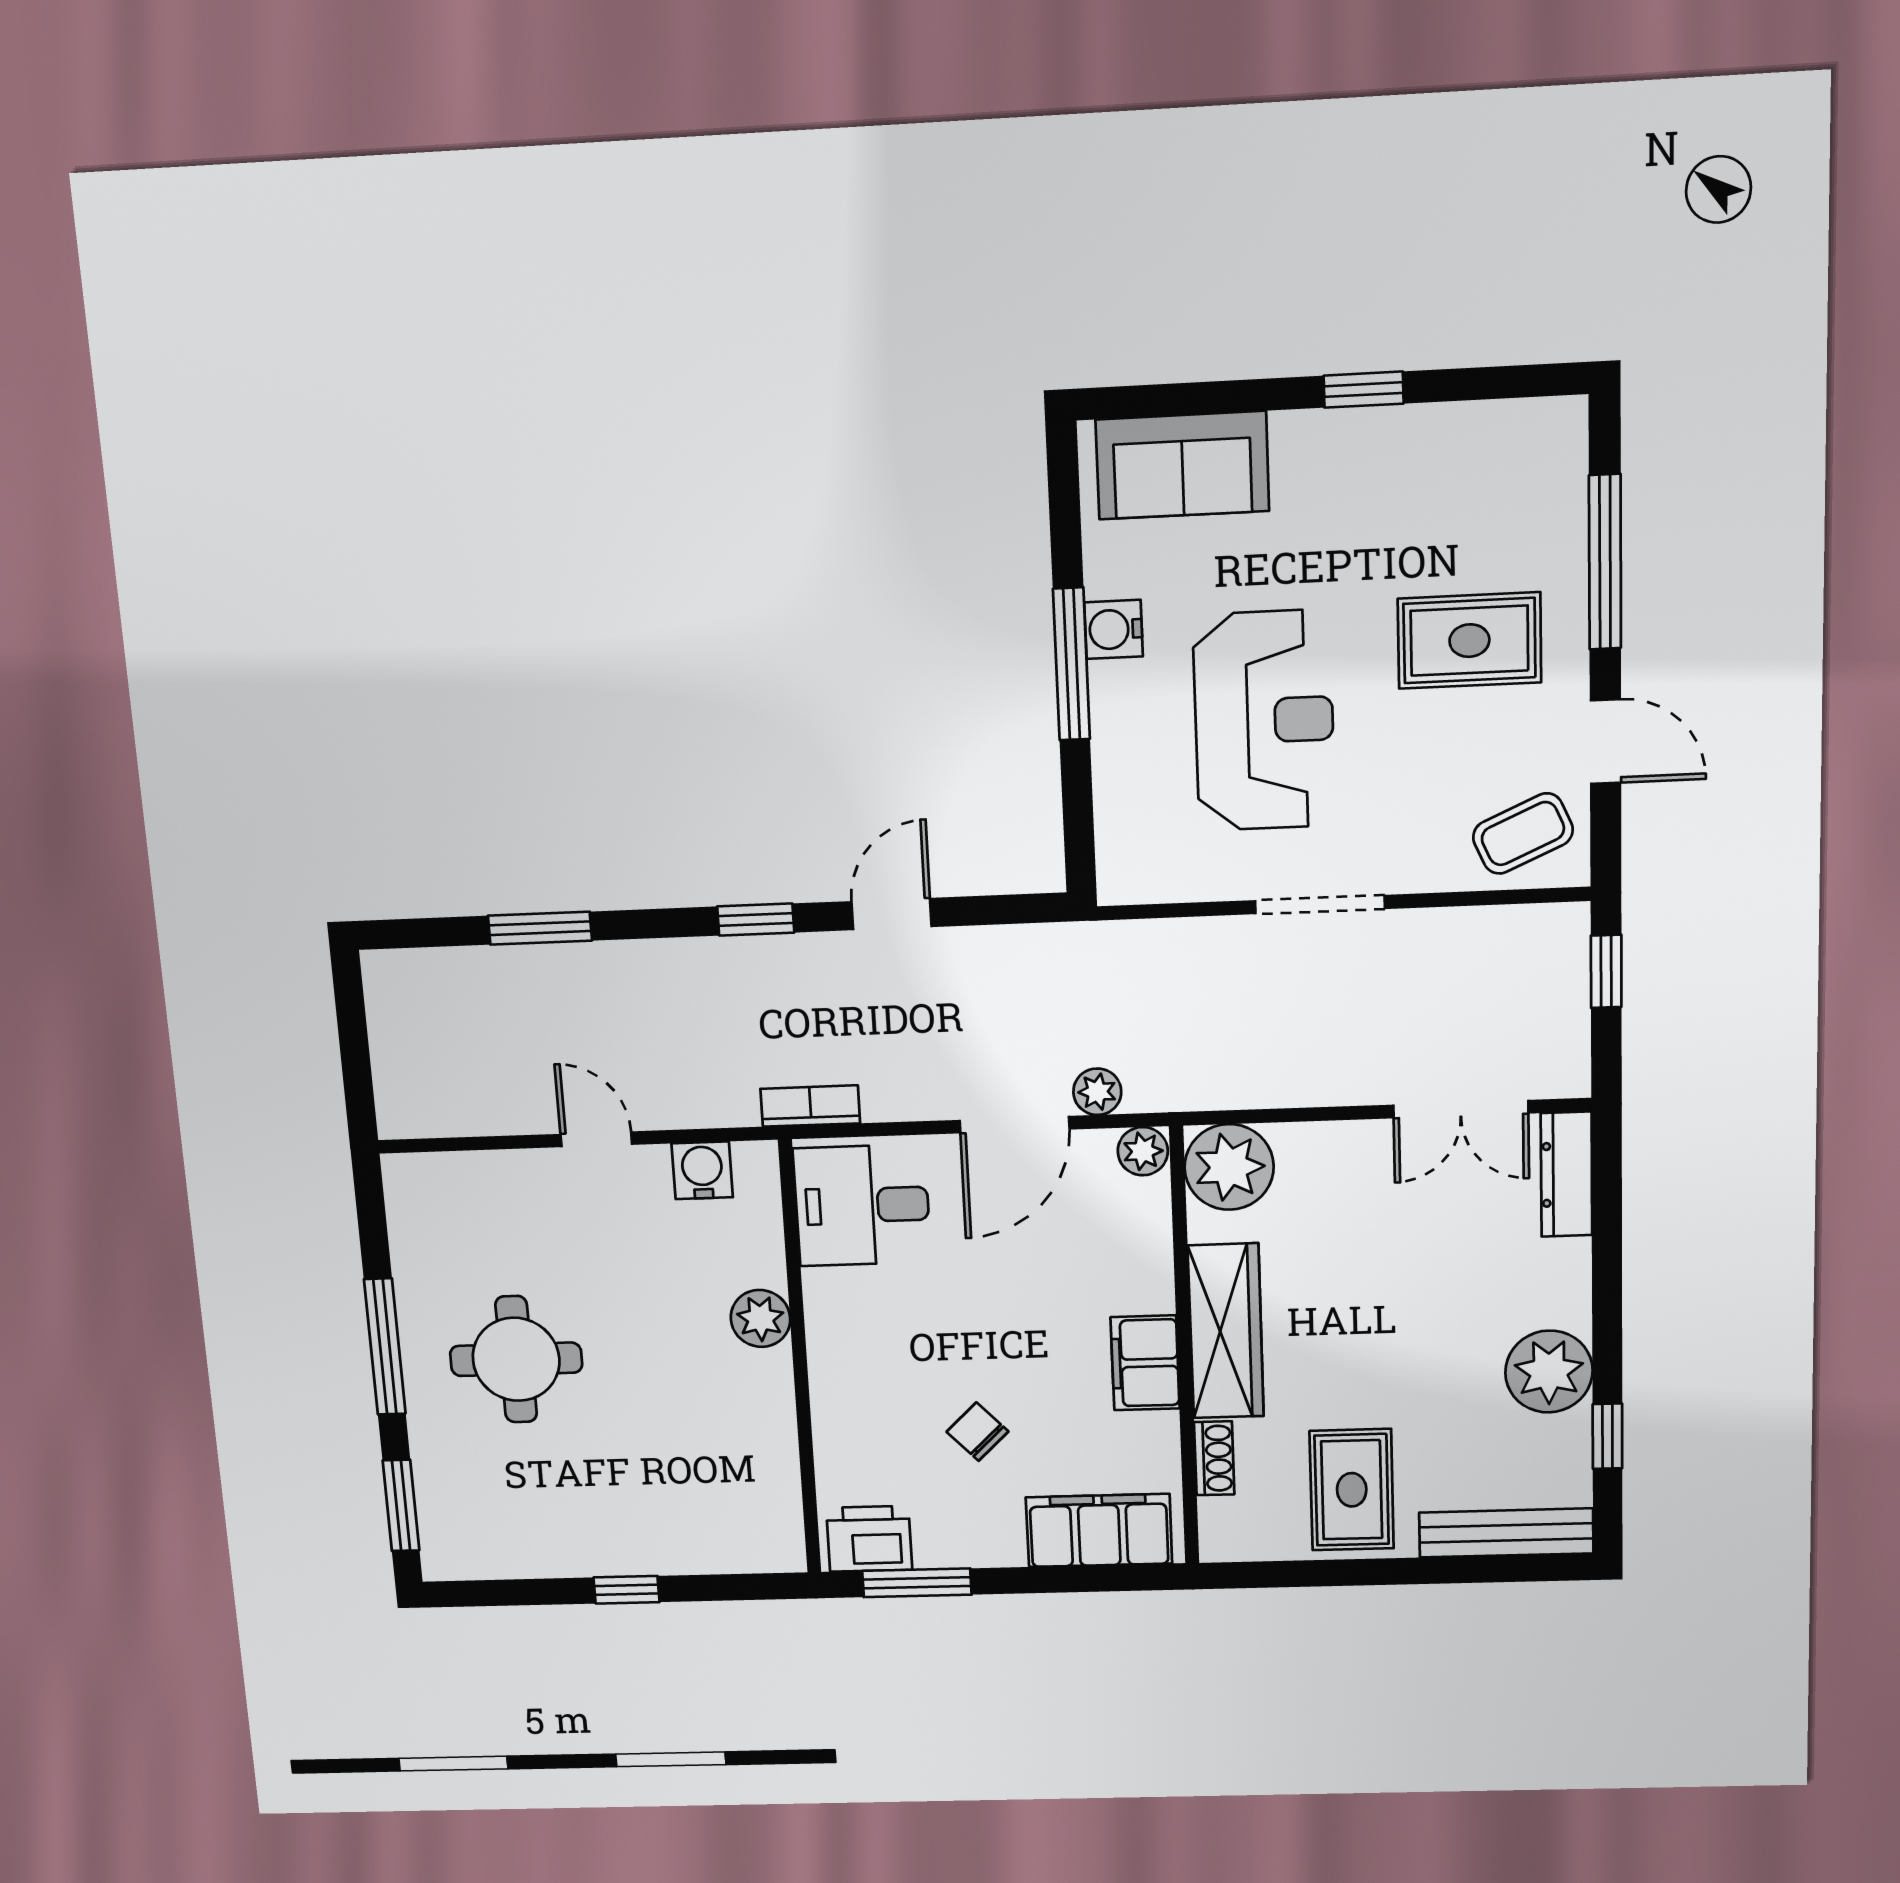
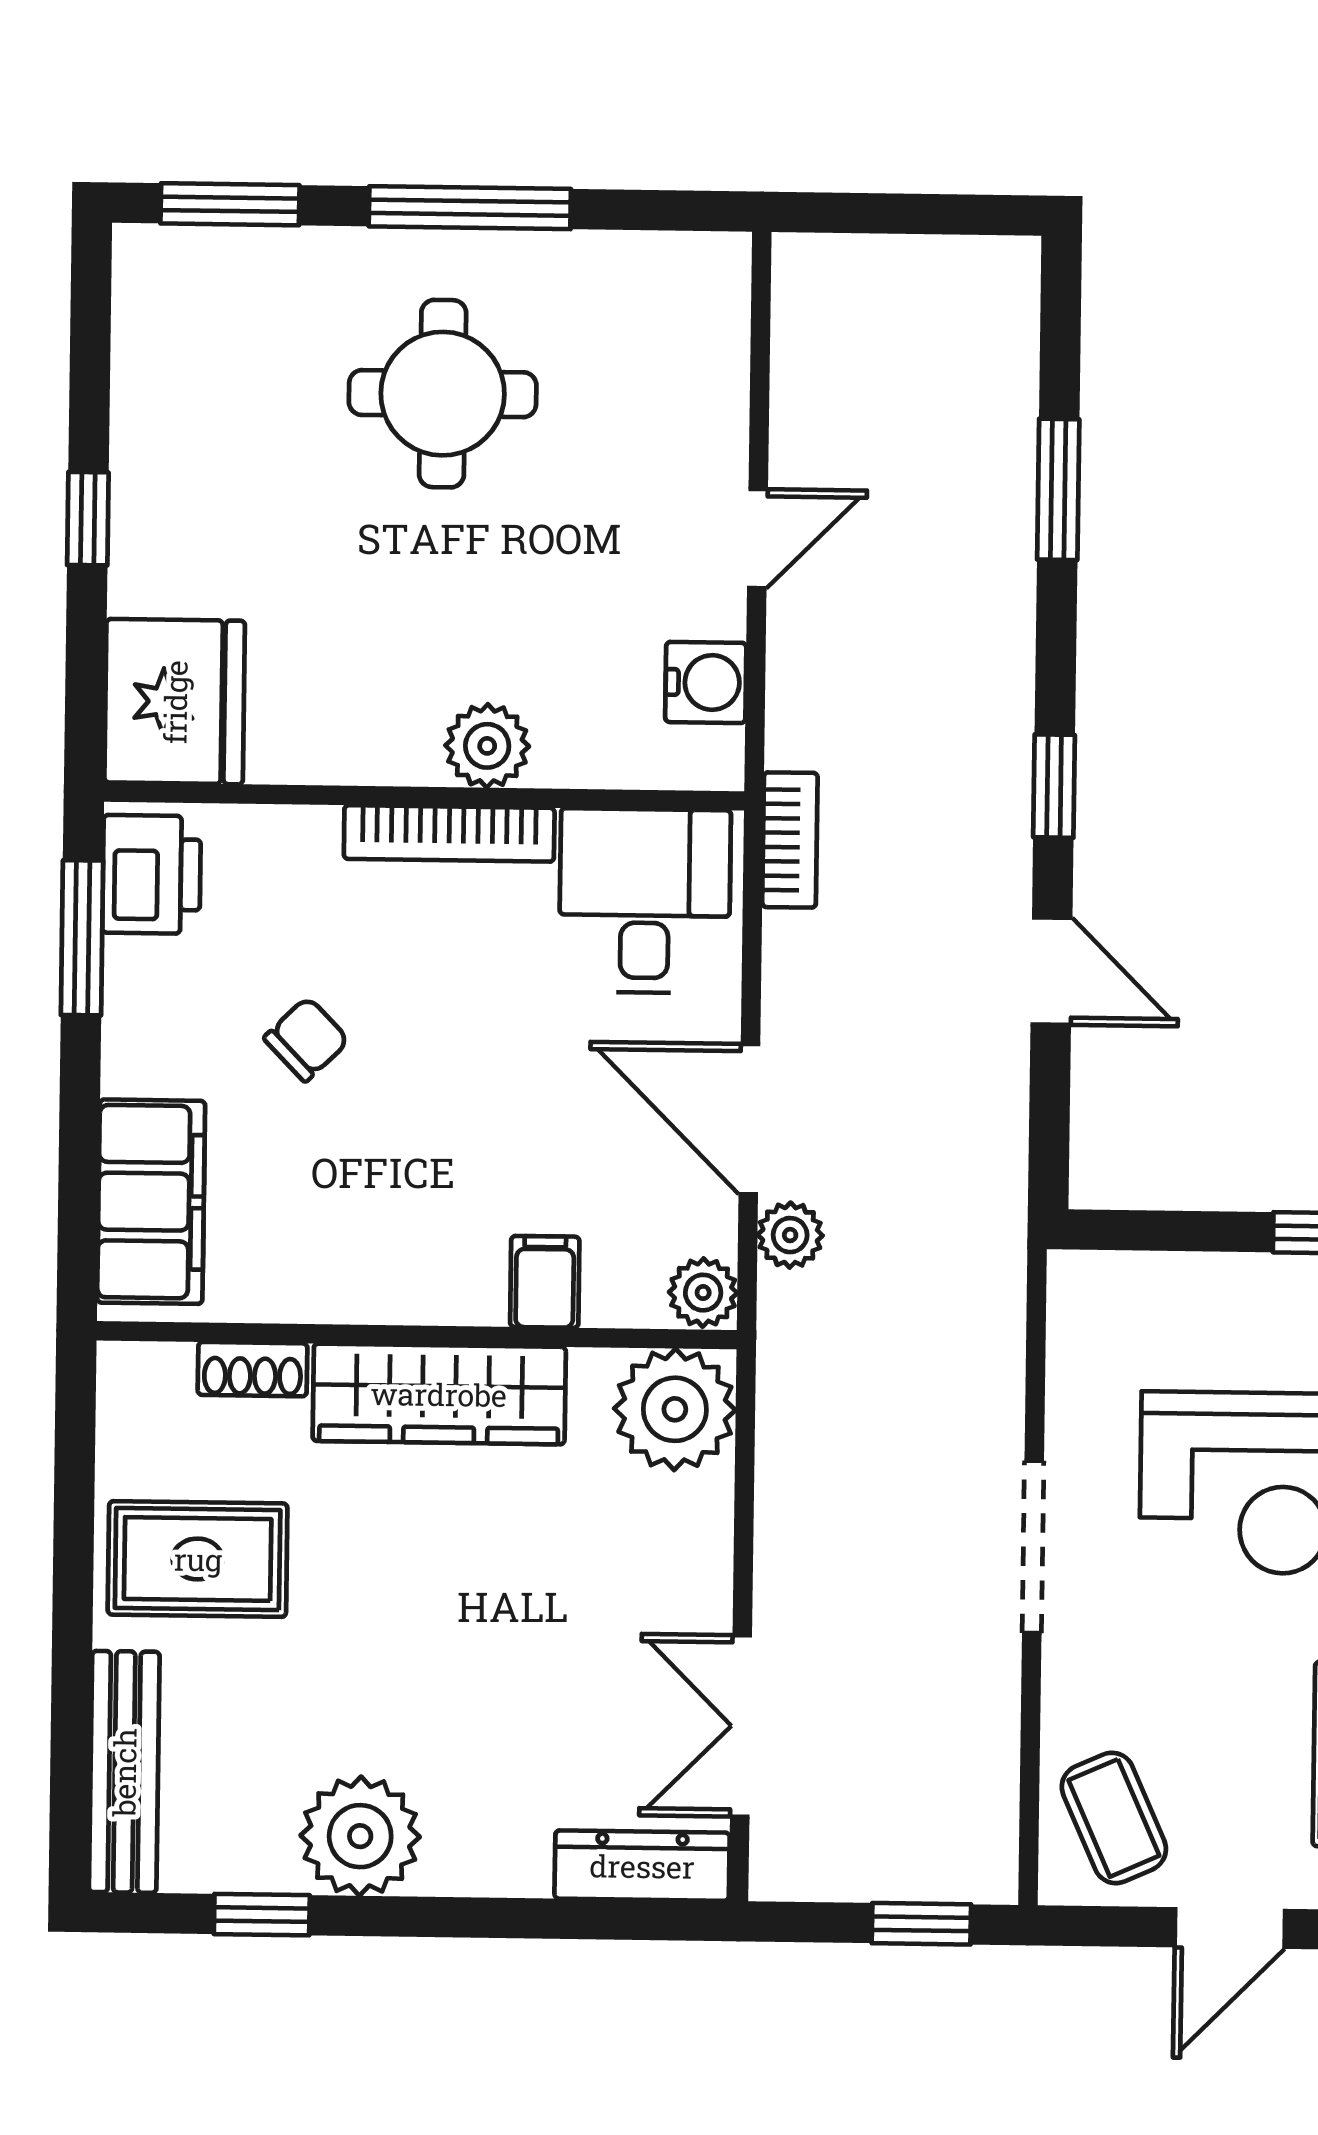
bookcase: (825, 1342) -> (449, 833), added
filing cabinet: (1145, 1363) -> (545, 1282), moved, width x0.50
fridge: (748, 1528) -> (175, 702), added

